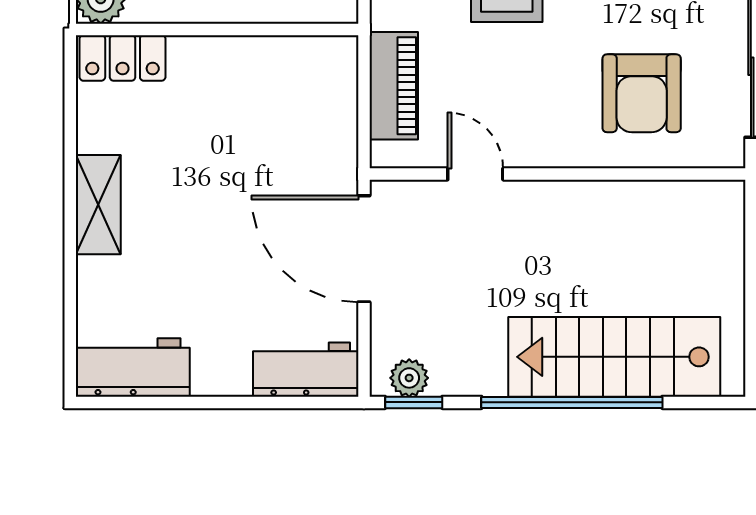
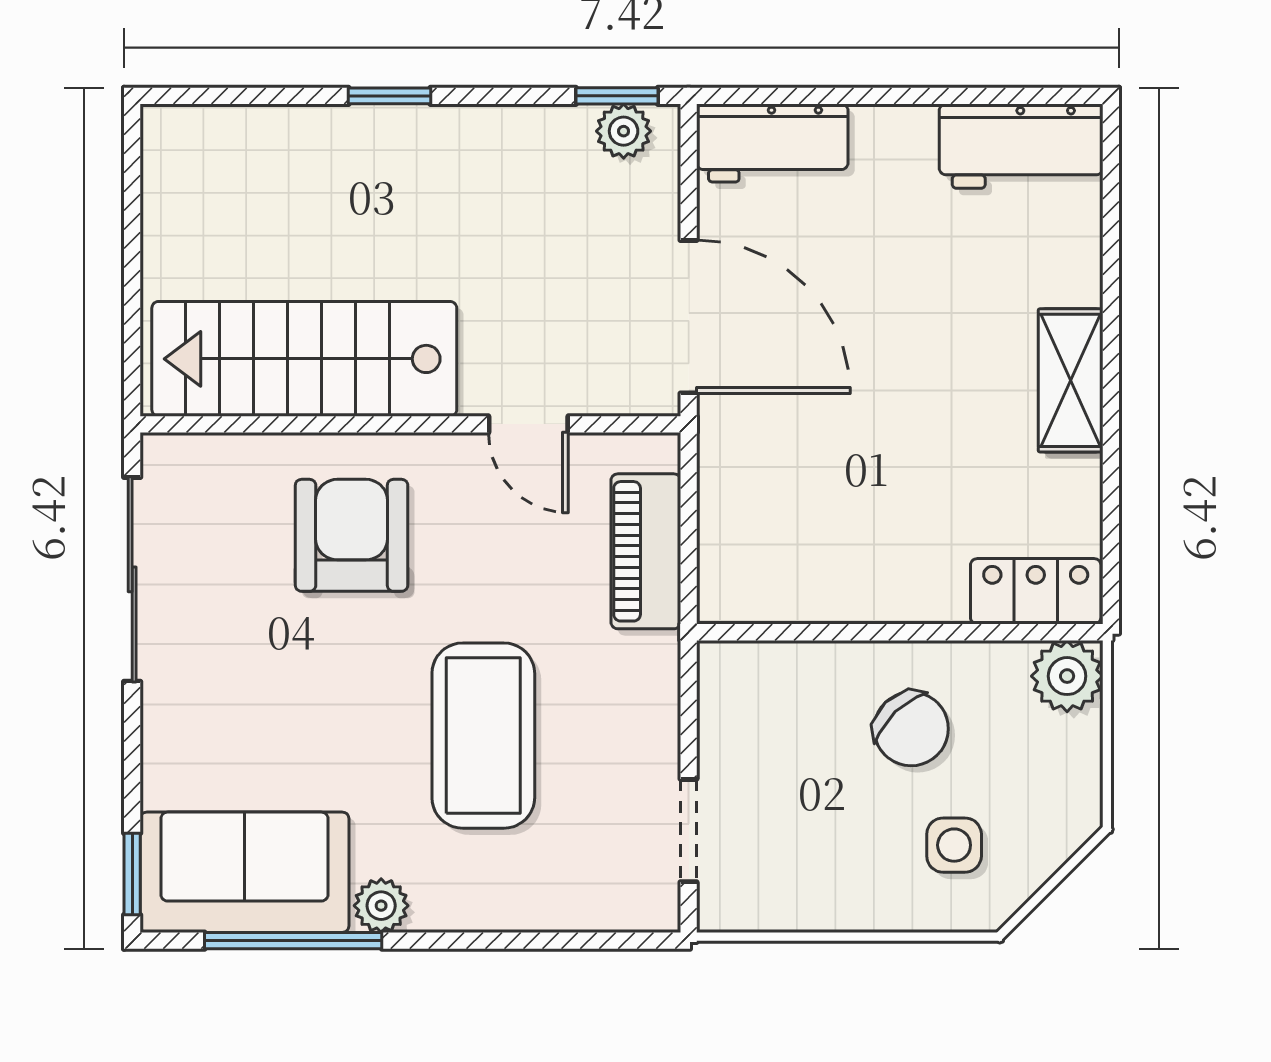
armchair: (642, 93) -> (352, 535), moved
stairs: (614, 357) -> (304, 359), moved, turned 180
window: (572, 402) -> (390, 96), width x0.32

